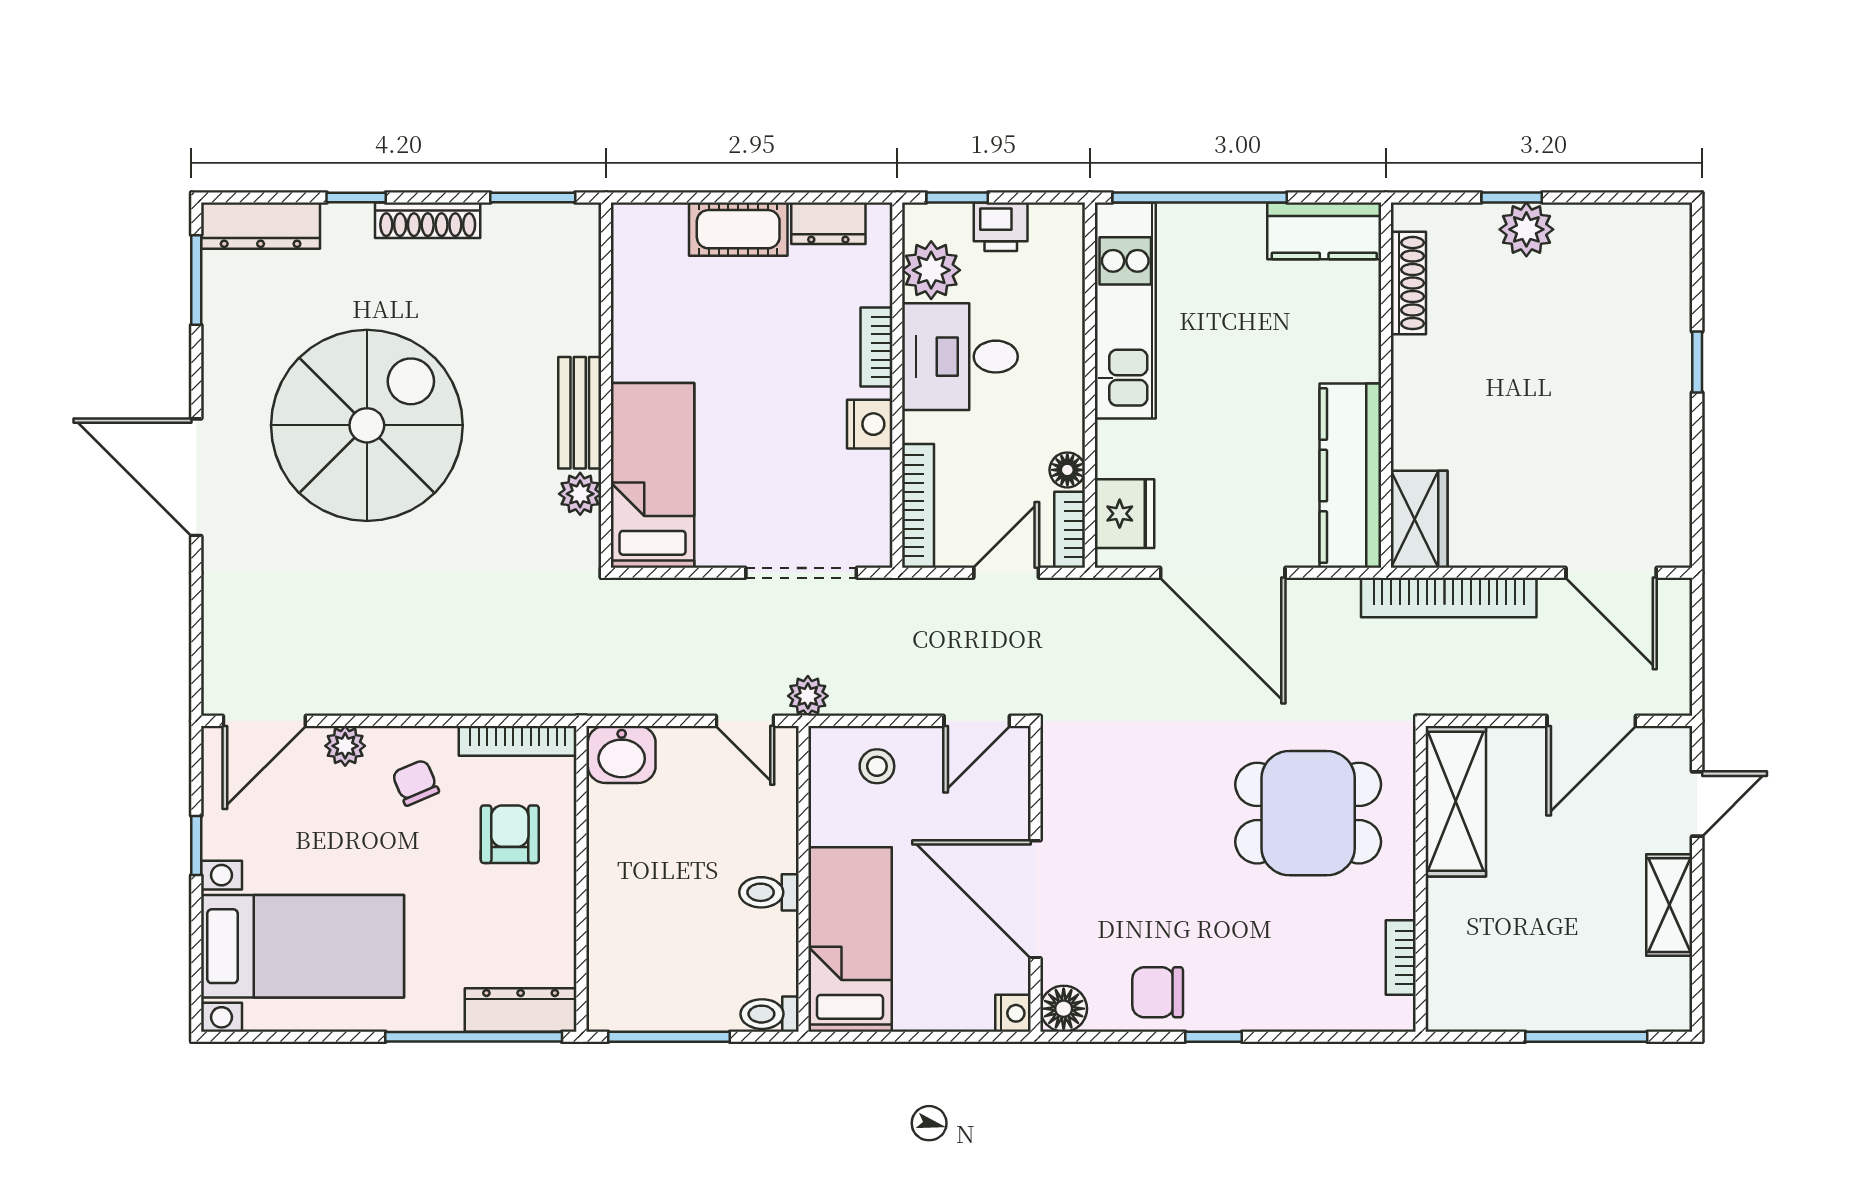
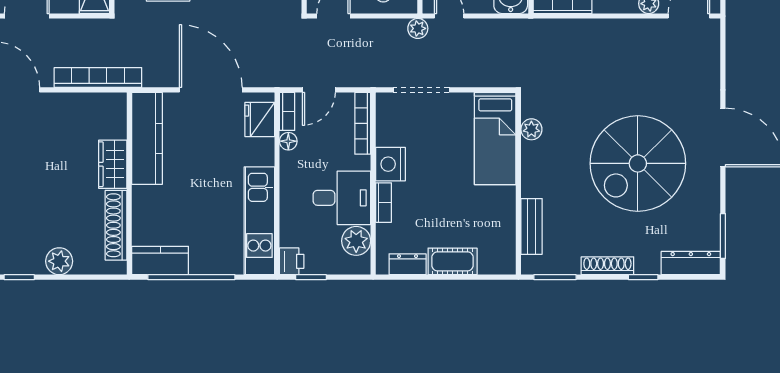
window: (957, 198) -> (311, 277), moved
window: (1200, 198) -> (191, 277), moved
window: (1512, 198) -> (19, 277), moved
printer: (1001, 227) -> (292, 261), moved, turned 90
shoe rack: (1408, 283) -> (116, 225), width x1.36, depth x1.24
bench: (580, 413) -> (532, 226), moved
nightstand: (870, 424) -> (391, 164), width x1.36, depth x1.33
wardrobe: (1419, 519) -> (113, 164), moved

